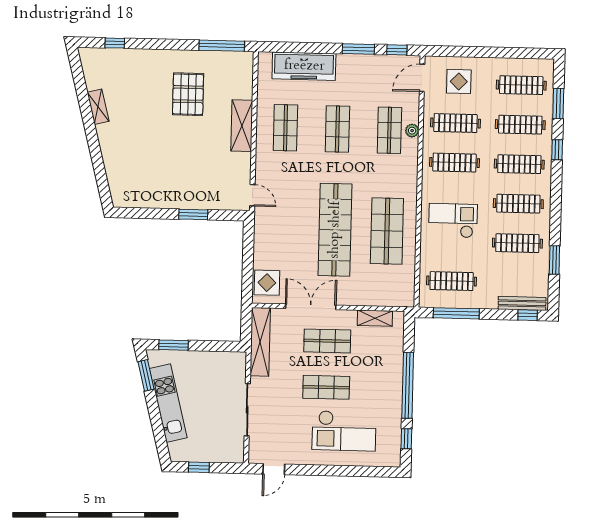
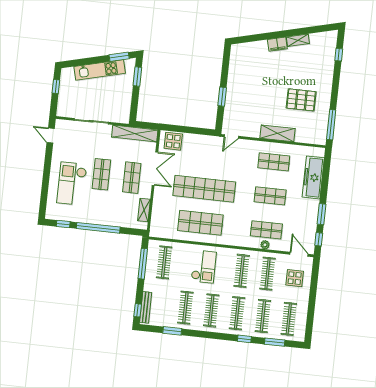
filing cabinet: (107, 137) -> (277, 44), added

